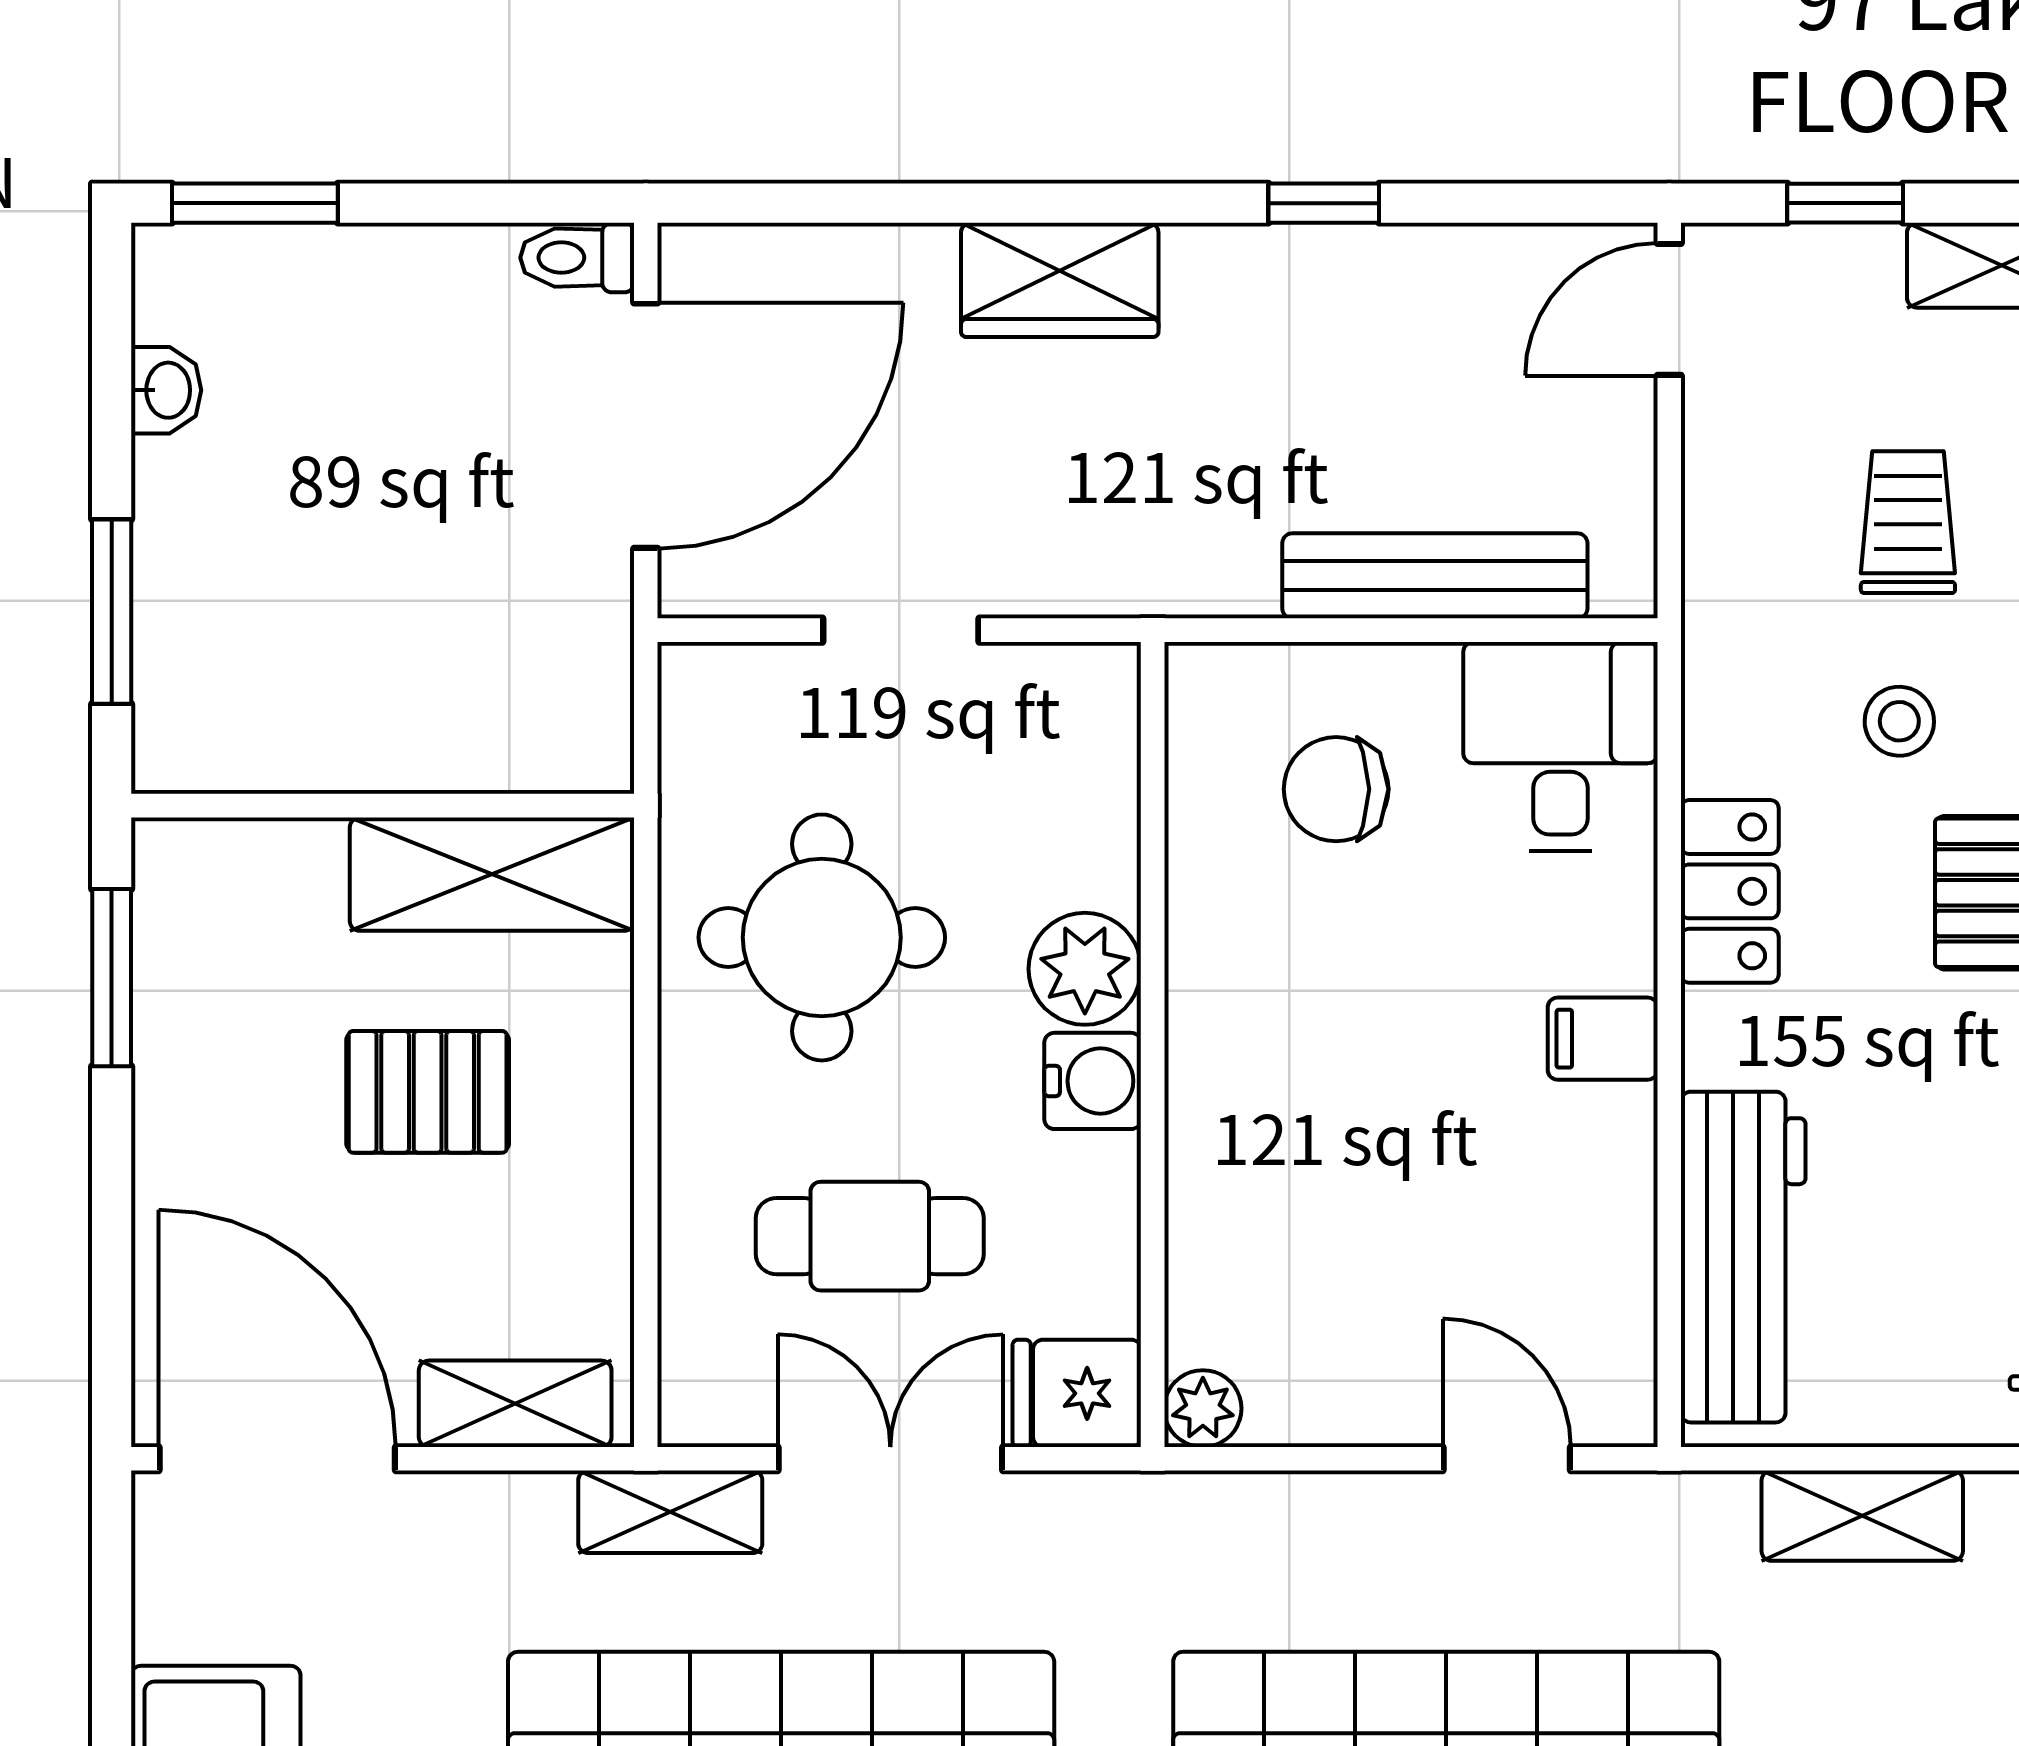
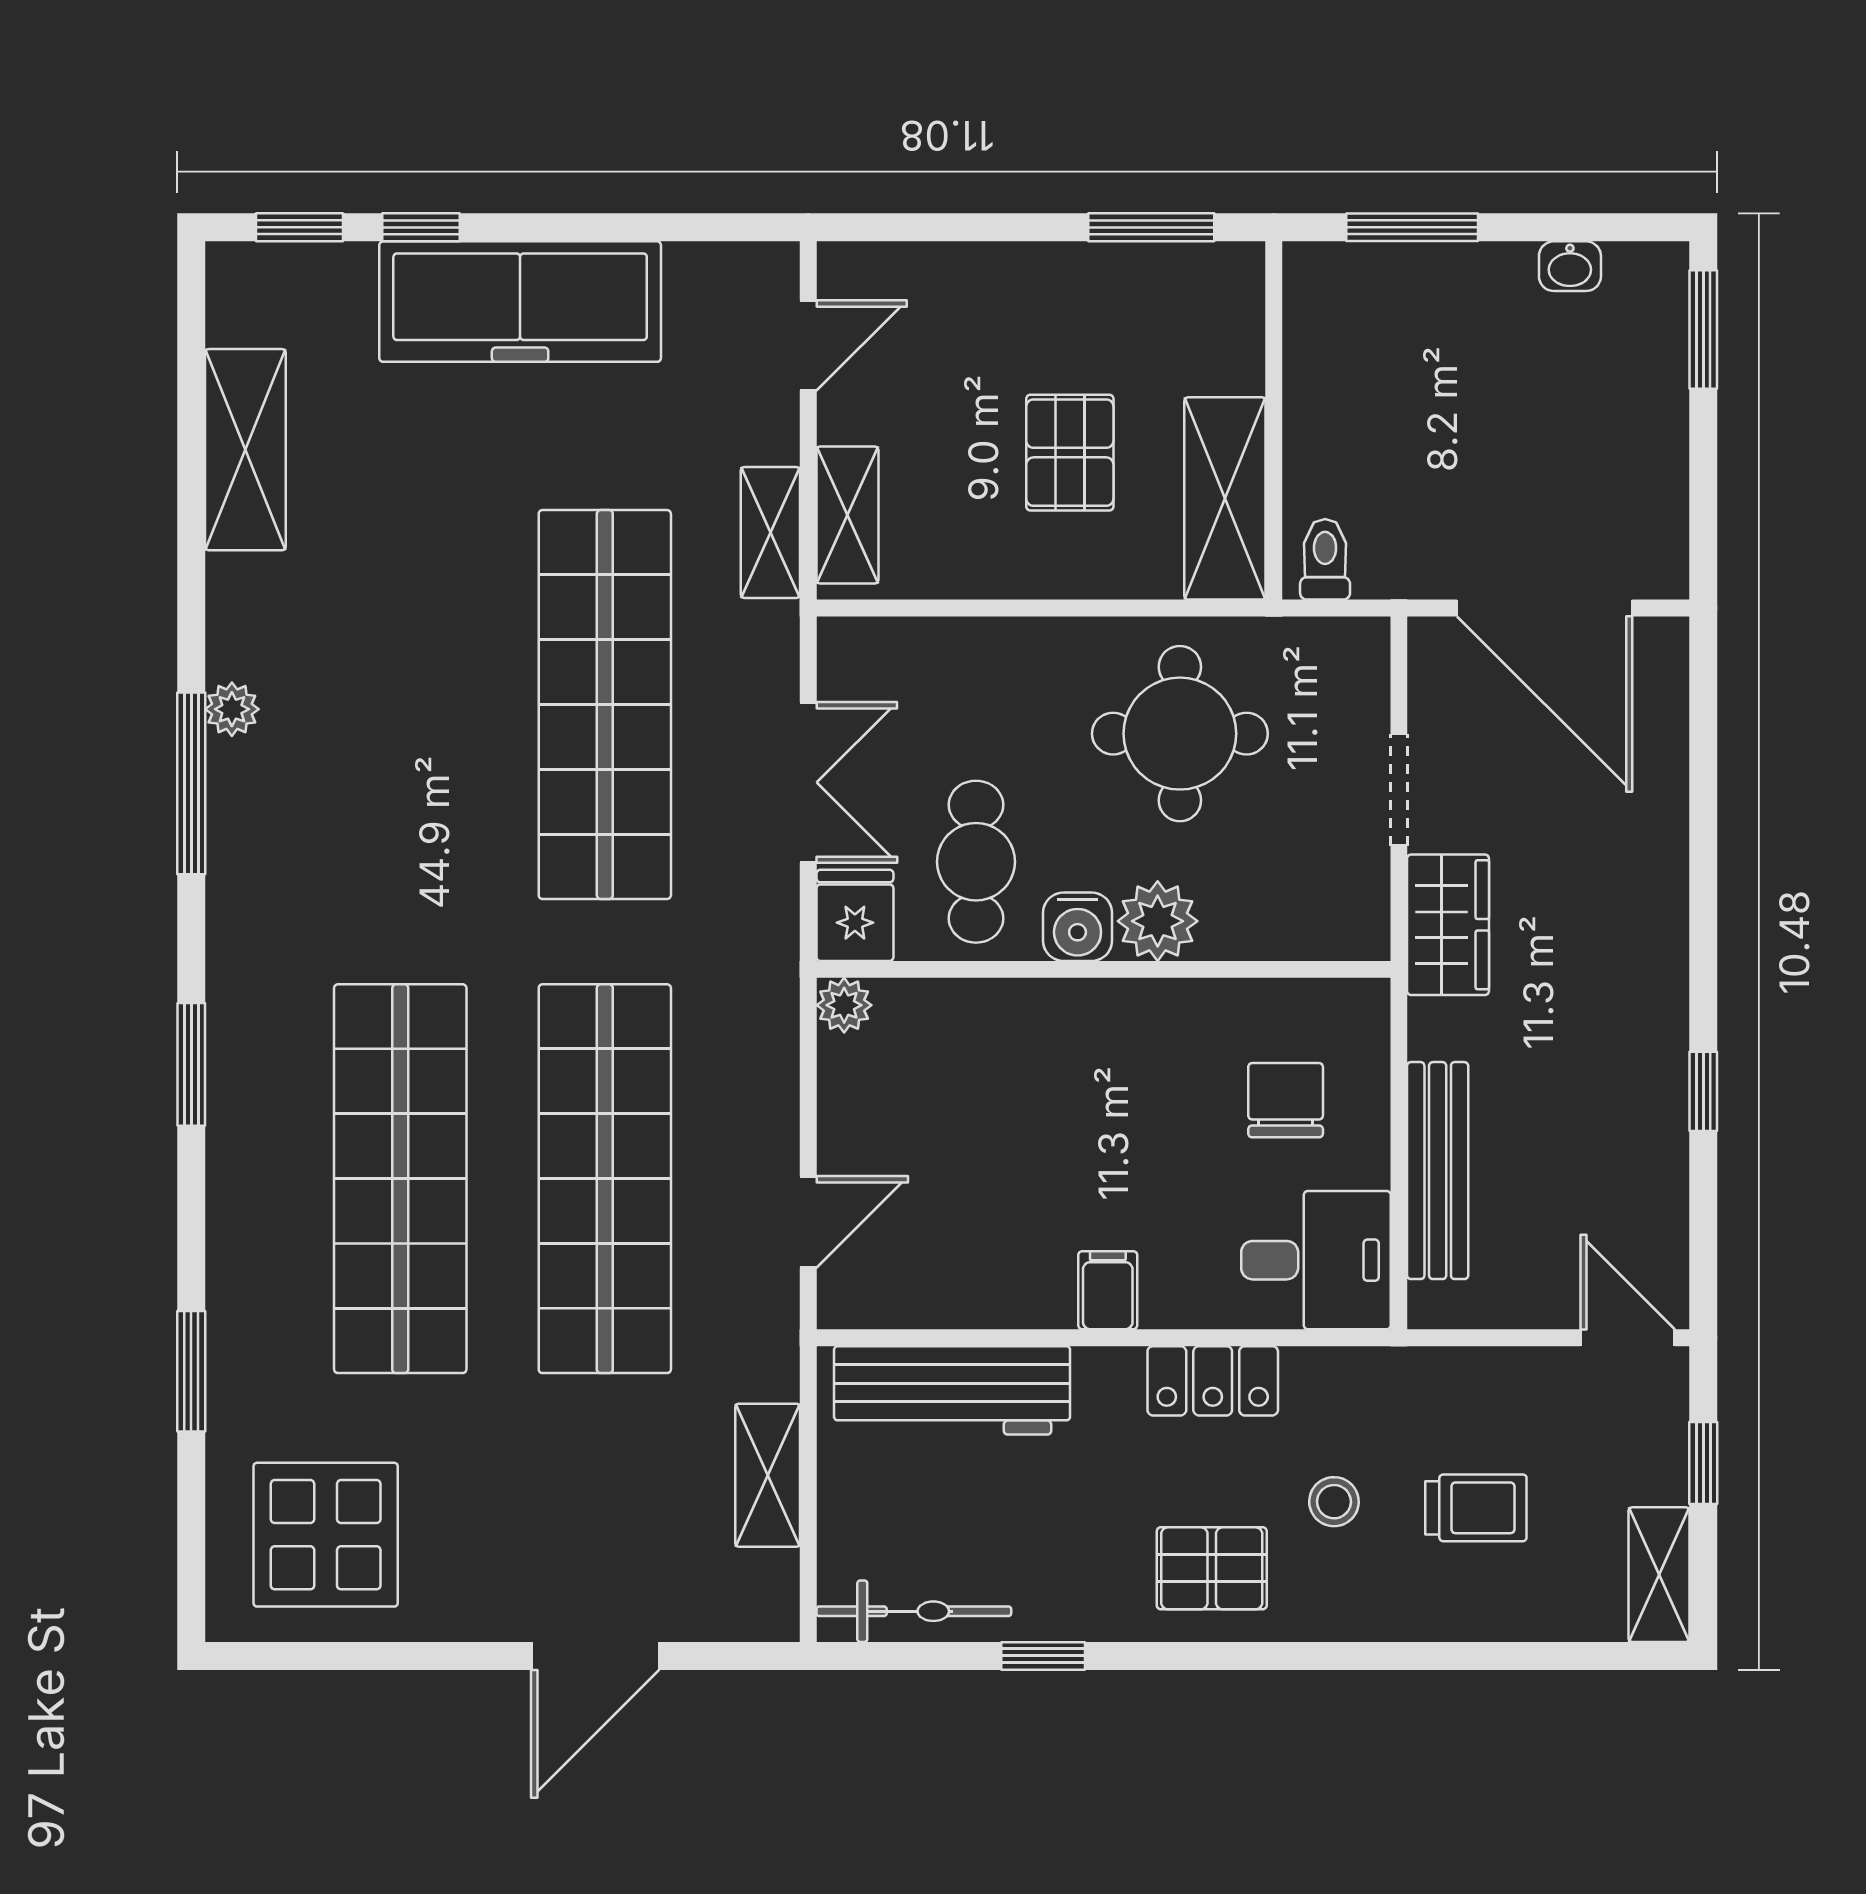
toilet: (577, 258) -> (1325, 559), moved
wardrobe: (1060, 280) -> (1448, 925), moved, turned 180
cafe table: (870, 1236) -> (976, 862), moved
door: (277, 1459) -> (808, 345), width x0.53
shelving: (670, 1512) -> (770, 533), moved

